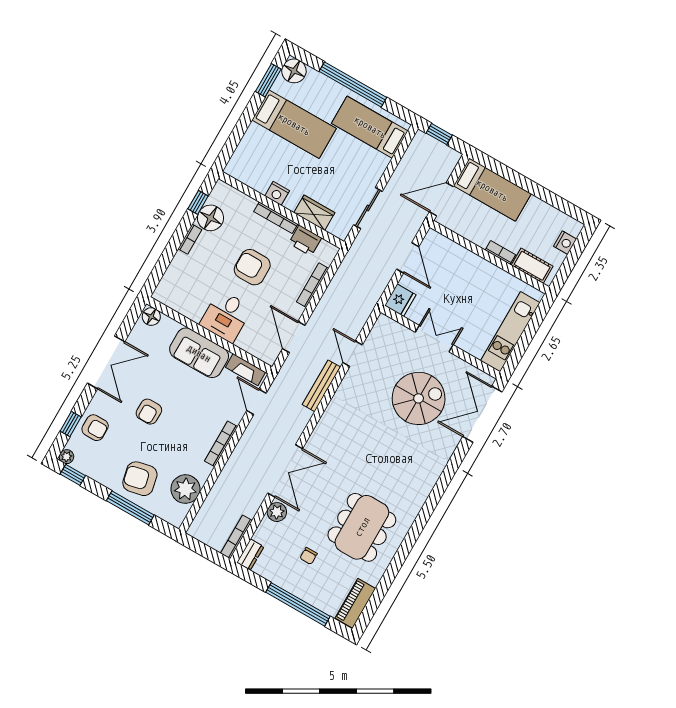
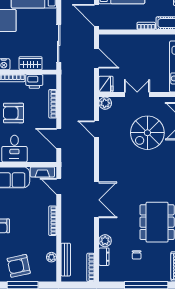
door: (441, 199) -> (97, 15), hinge flipped
sliding door: (368, 208) -> (59, 43), width x1.37
plant: (384, 325) -> (105, 103), added
bench: (321, 386) -> (66, 260), moved
spiral stairs: (419, 398) -> (147, 133), turned 180
double door: (285, 471) -> (97, 200), moved
plant: (185, 489) -> (51, 257), width x0.53, depth x0.53
dresser: (250, 555) -> (104, 257), moved

